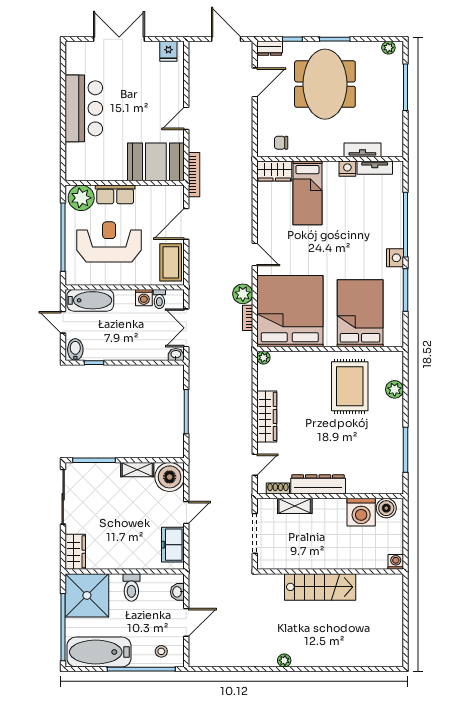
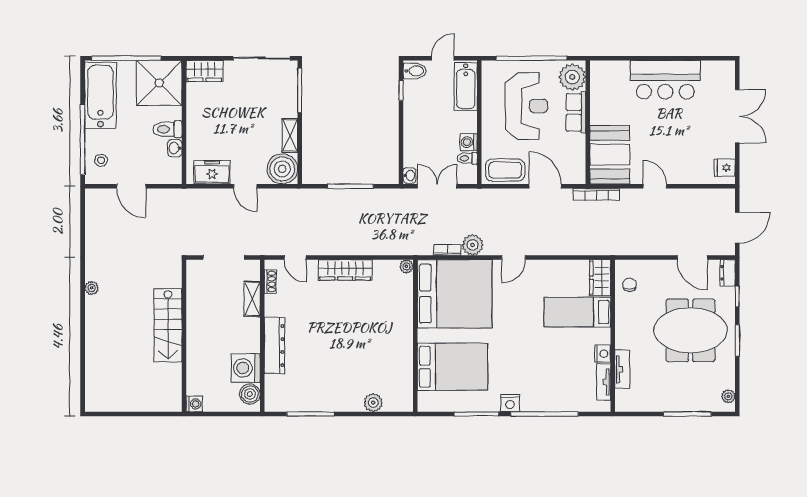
rug: (350, 386) -> (377, 356), removed
dresser: (318, 484) -> (275, 346), moved
washbasin: (177, 592) -> (175, 148), moved, turned -90

